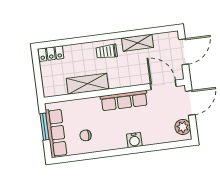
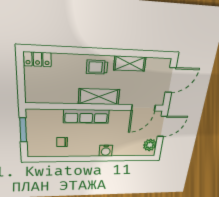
shelving: (87, 84) -> (99, 97), moved
door: (163, 85) -> (143, 108), swing flipped
row of seats: (124, 101) -> (86, 116), moved
row of seats: (56, 133) -> (34, 137), removed

